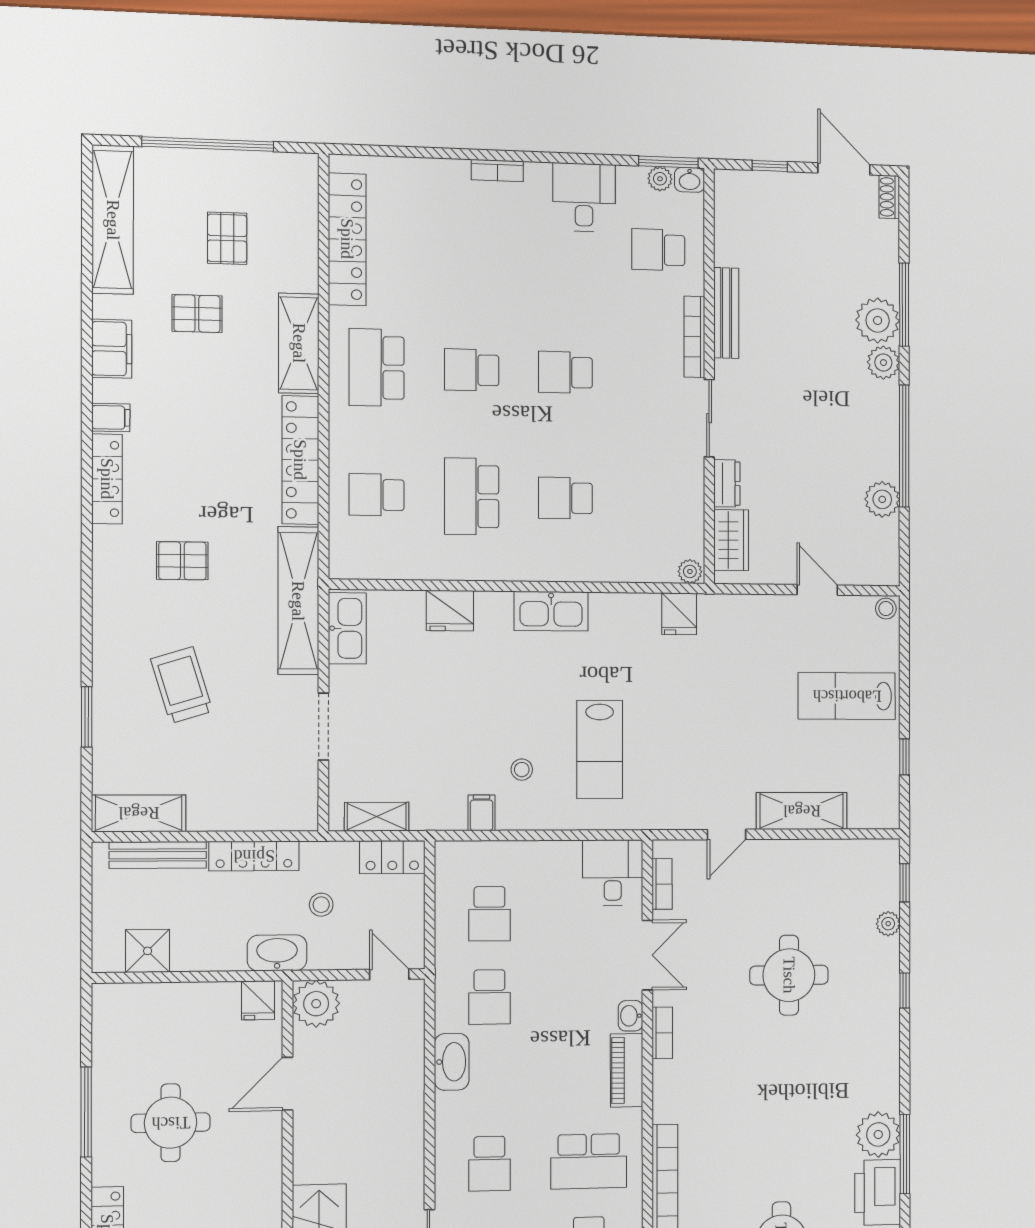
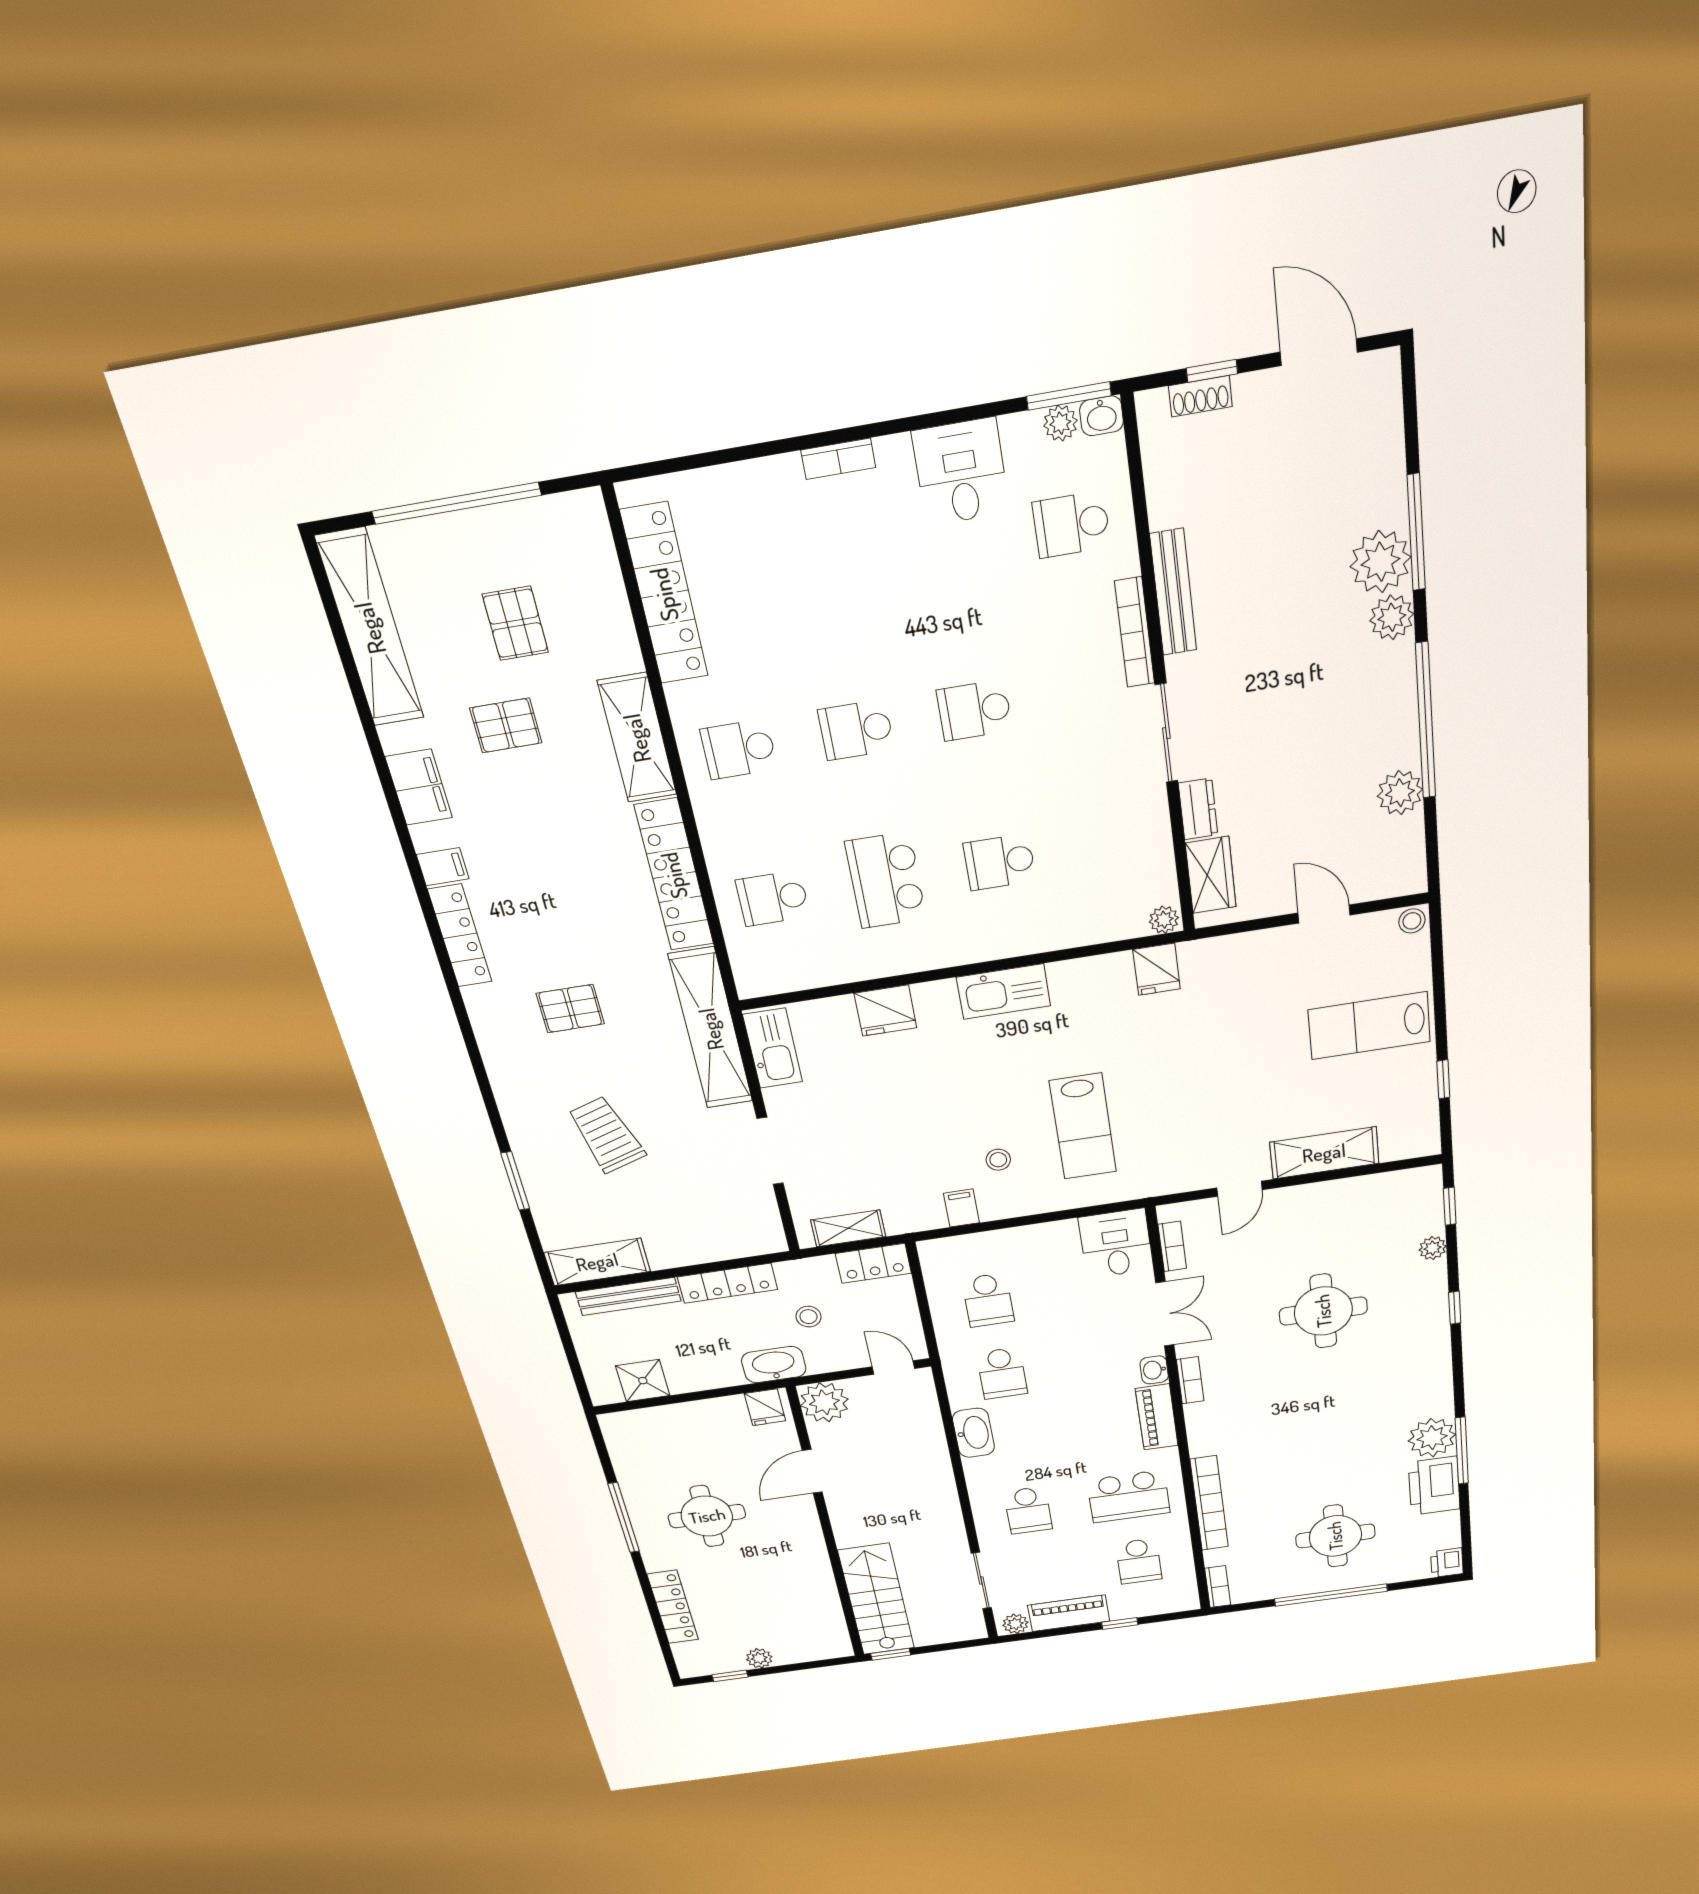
shoe rack: (889, 197) -> (1200, 396), moved, turned -90
school desk: (377, 368) -> (739, 749), width x0.54

